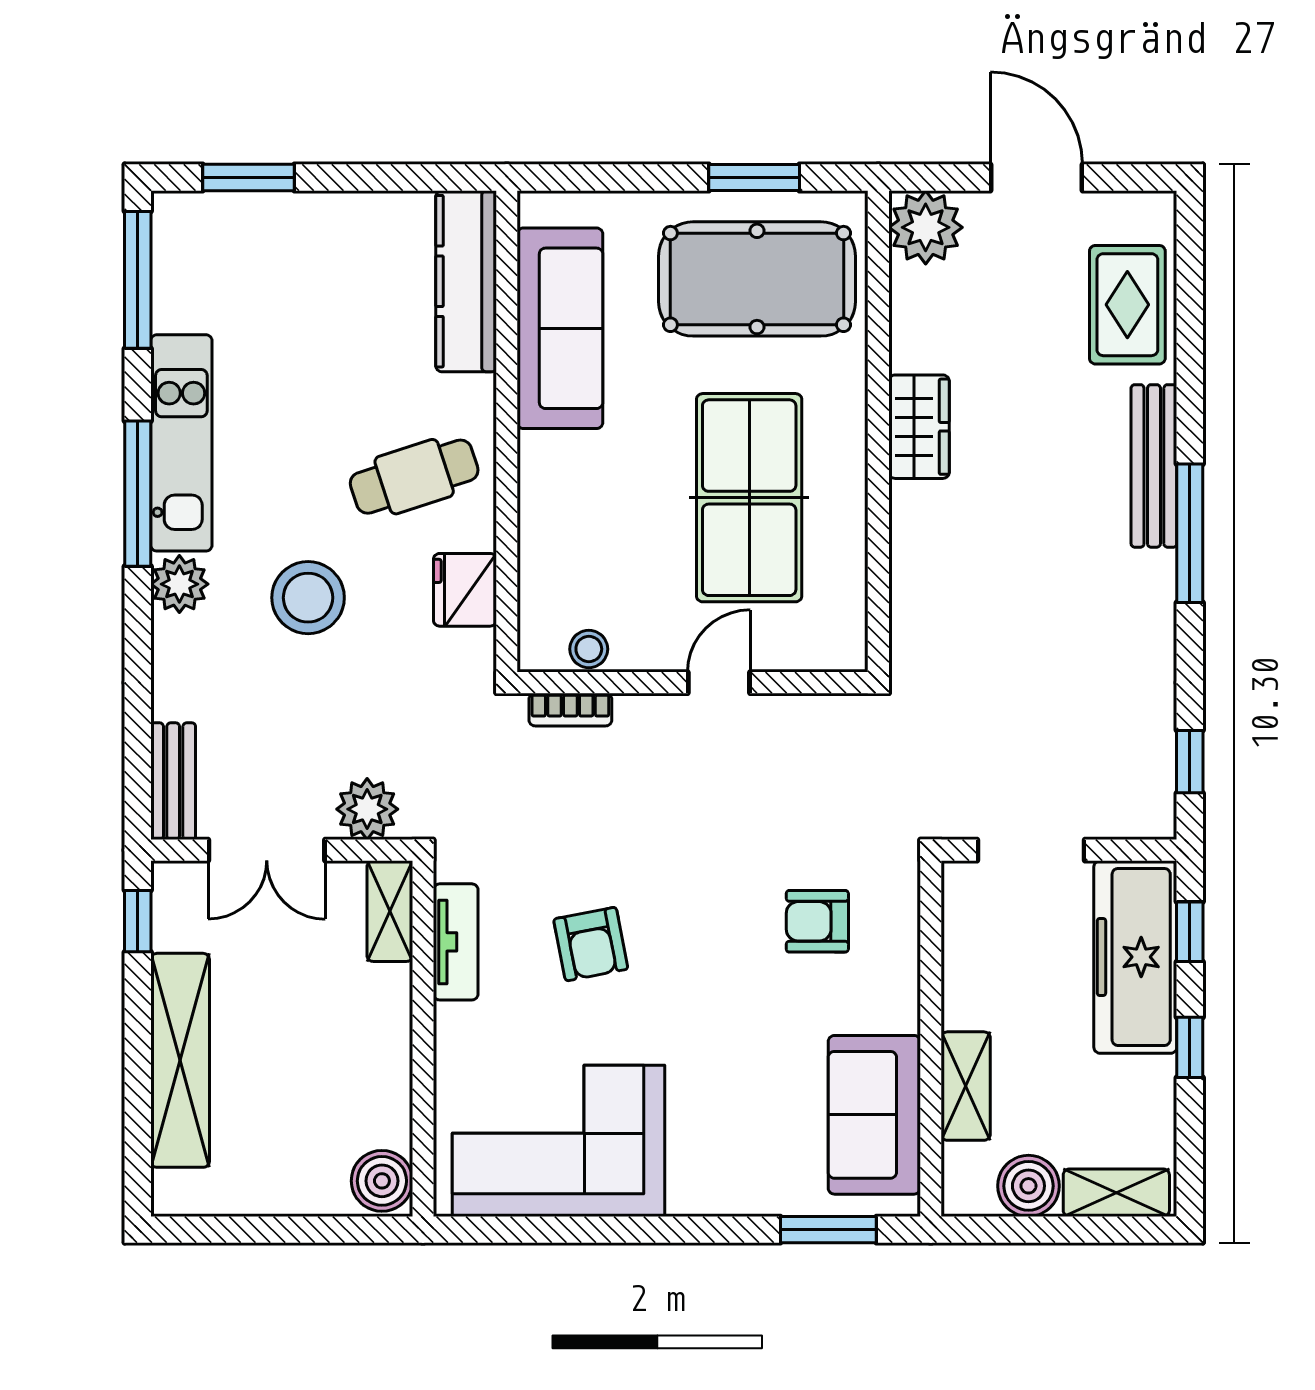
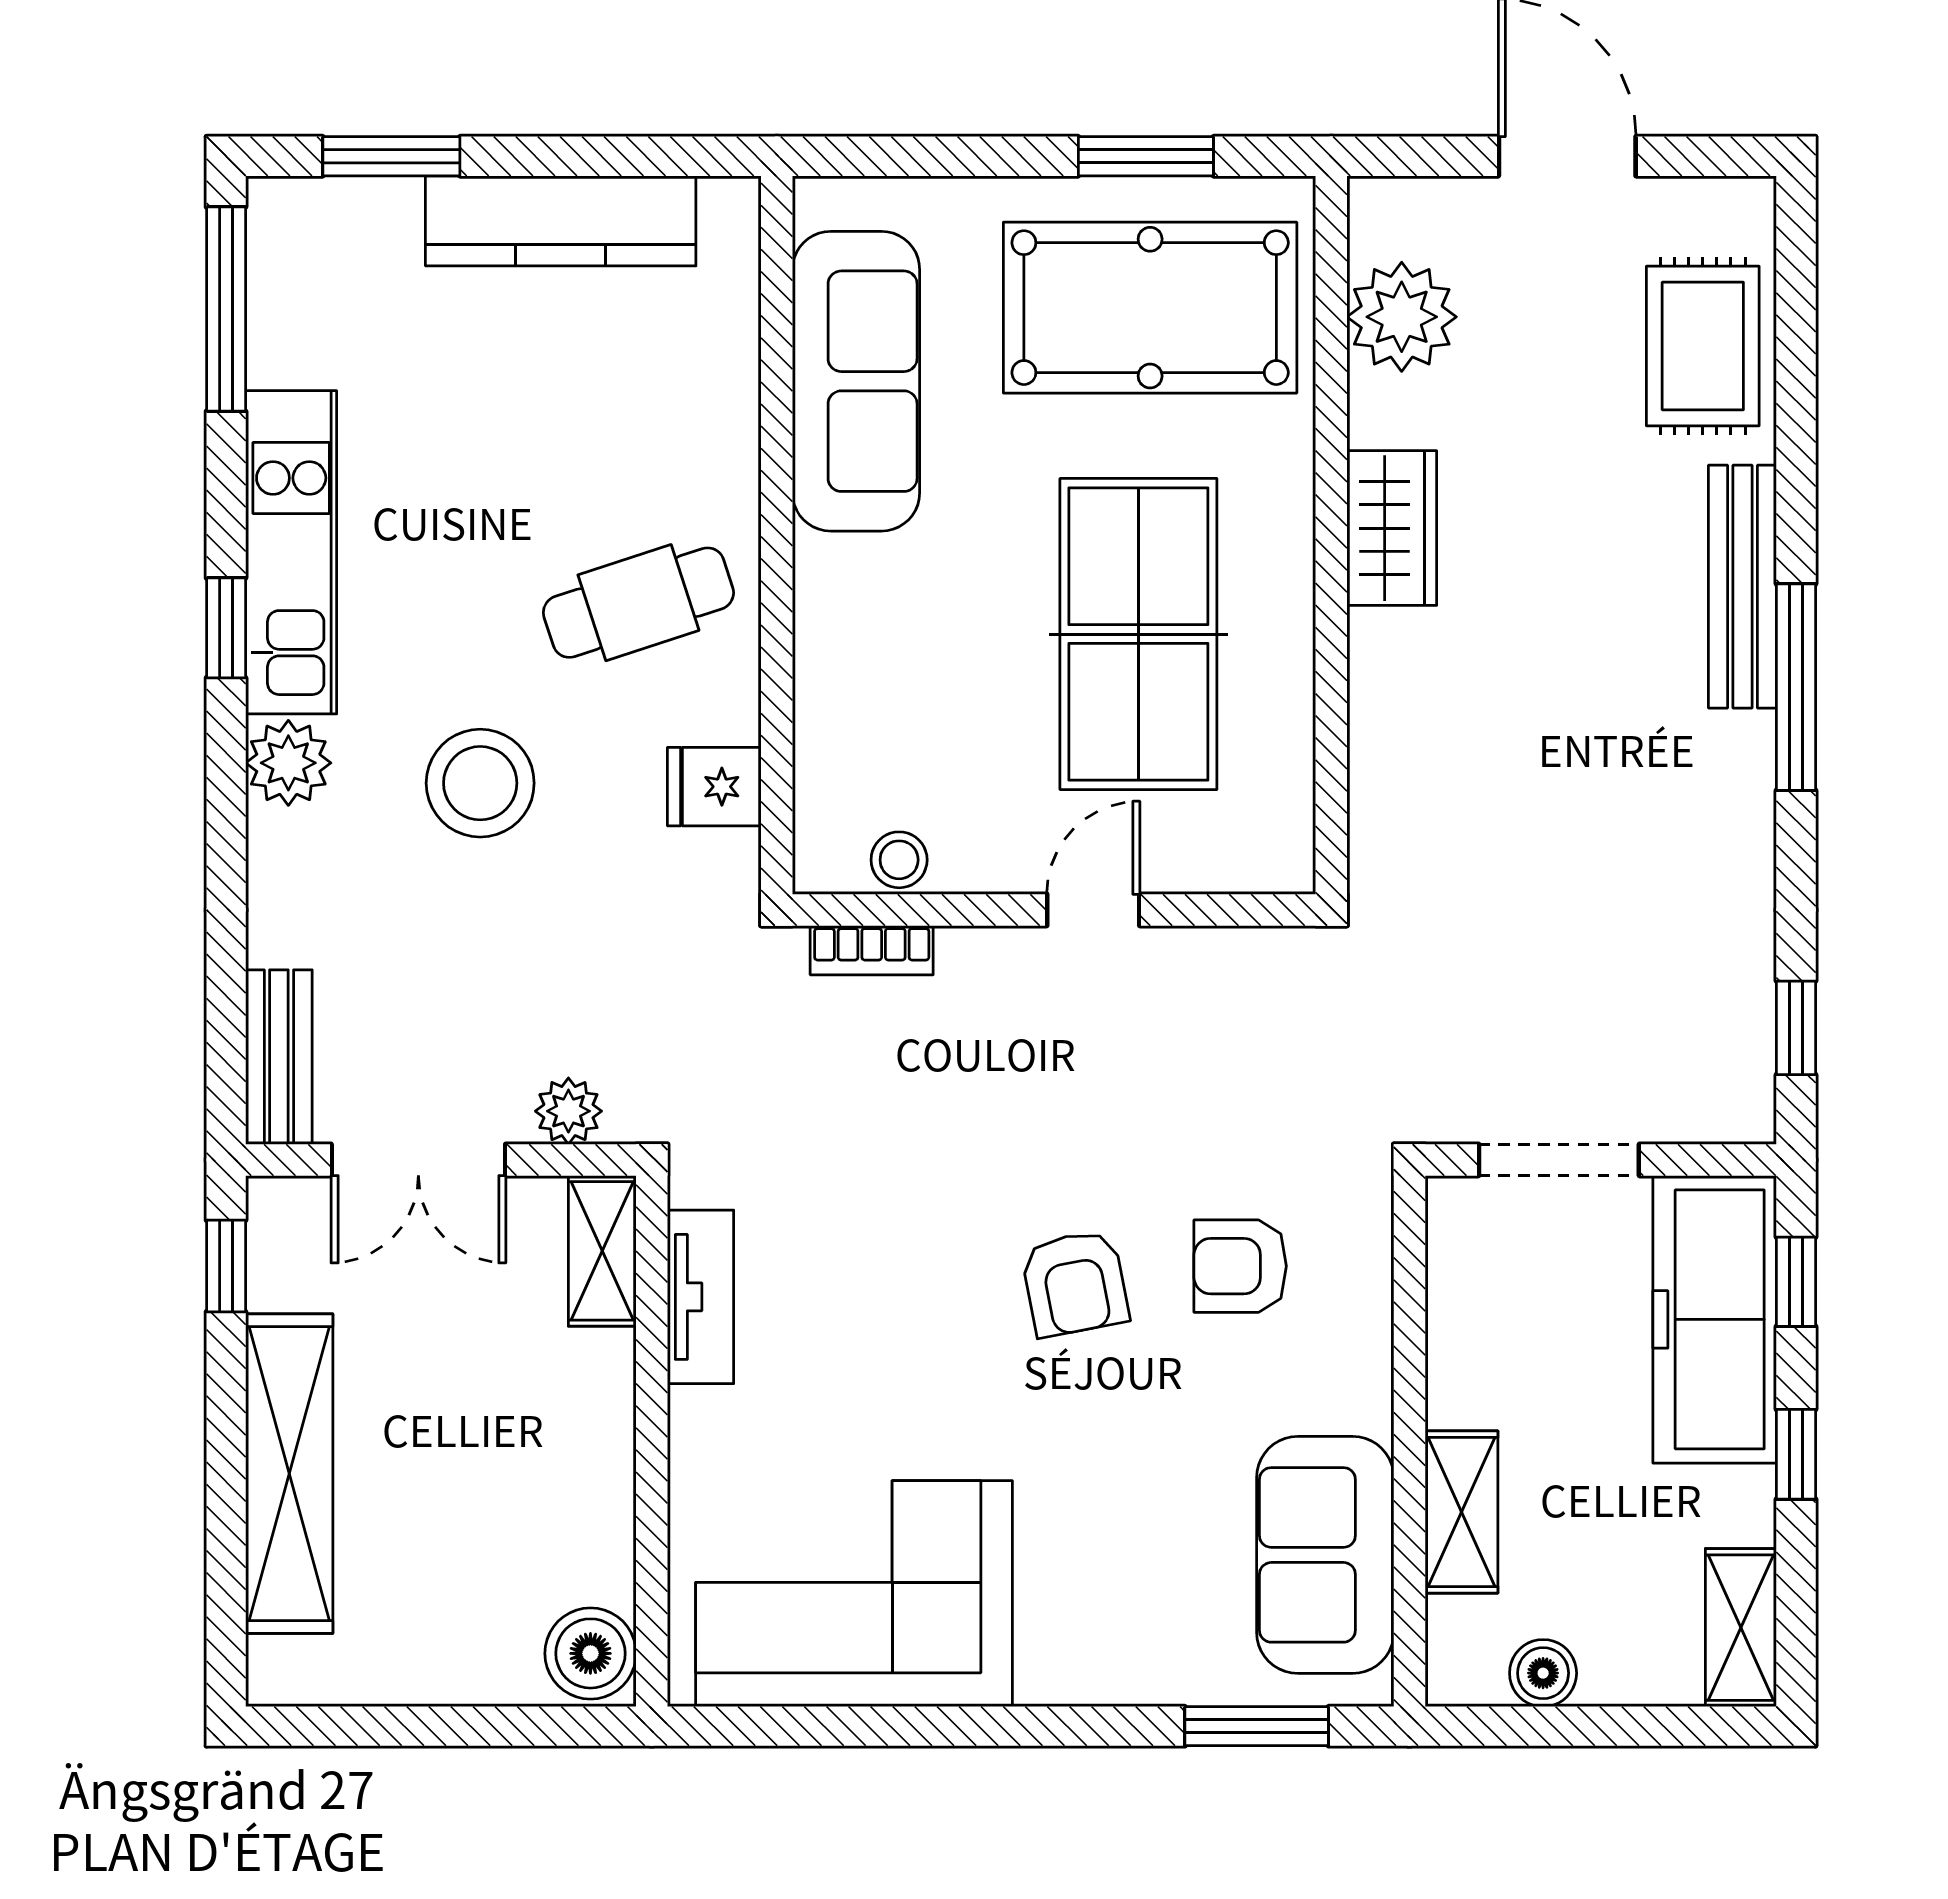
plant: (926, 227) -> (1402, 317), moved
kitchen counter: (466, 281) -> (561, 221), moved, turned -90
window: (138, 494) -> (226, 628), width x0.46
fridge: (465, 590) -> (714, 787), width x0.72
plant: (367, 809) -> (568, 1111), width x0.73, depth x0.73
armchair: (591, 944) -> (1075, 1283), moved
boiler: (1028, 1186) -> (1543, 1673), width x0.73, depth x0.73
shelving: (1116, 1193) -> (1741, 1628), moved, turned 90

